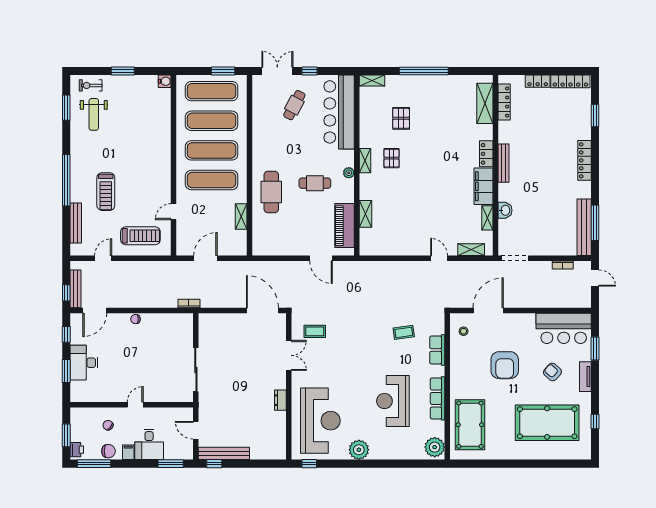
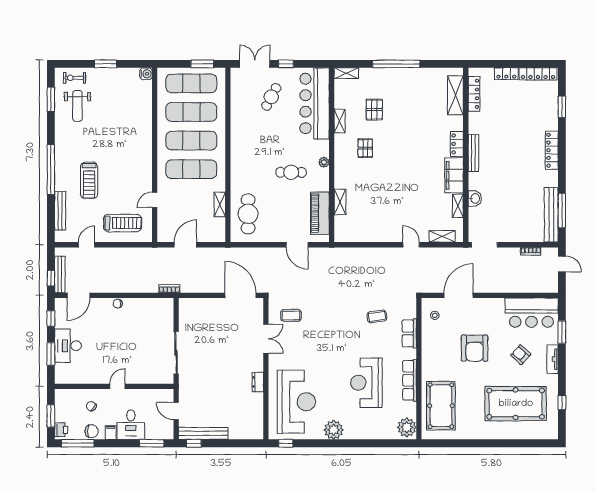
shelving: (365, 161) -> (340, 121), moved
cafe table: (271, 192) -> (248, 214), moved

